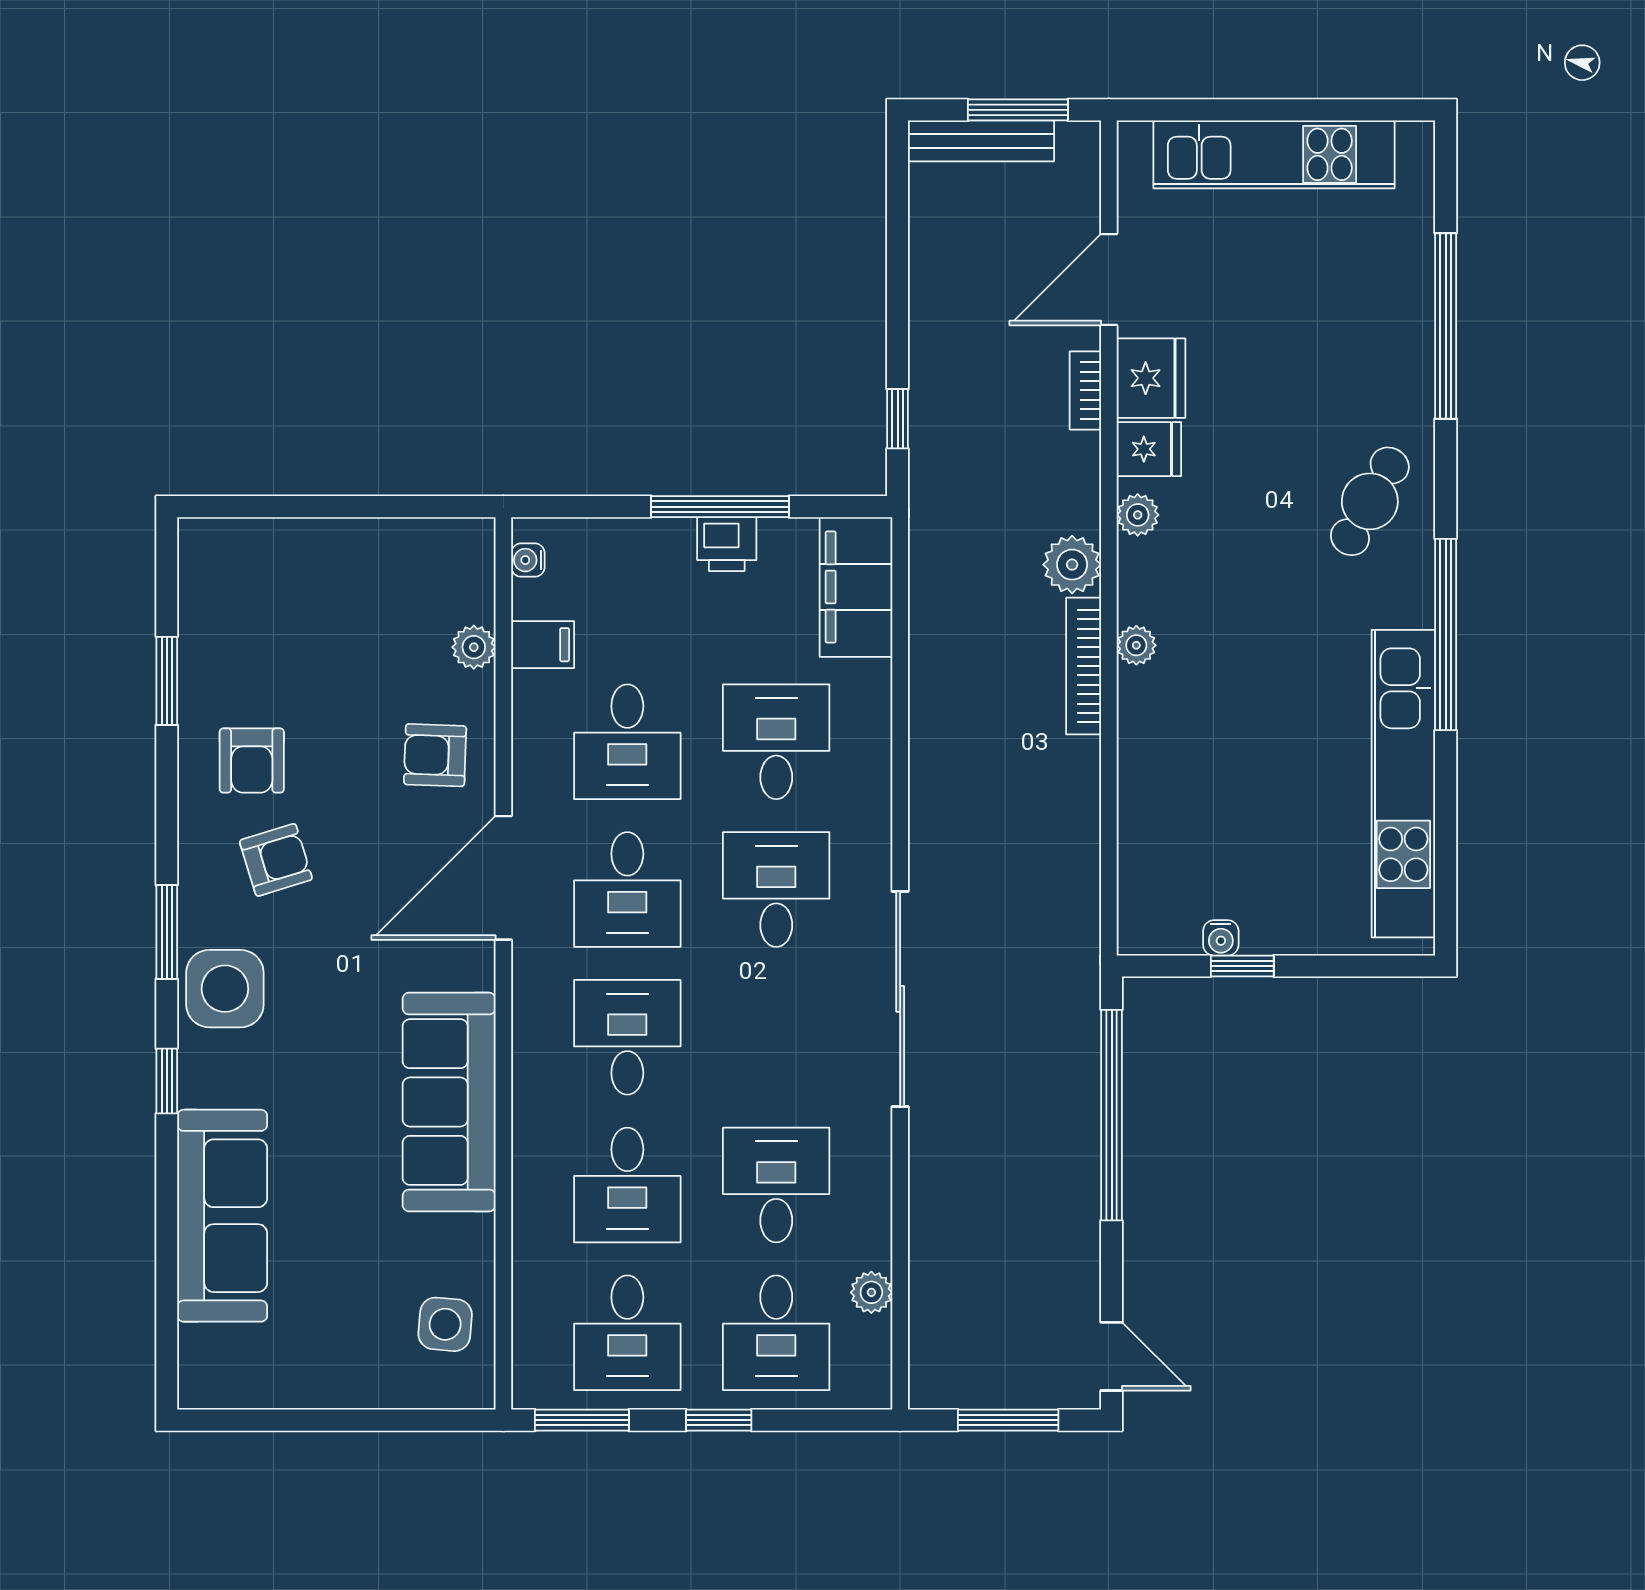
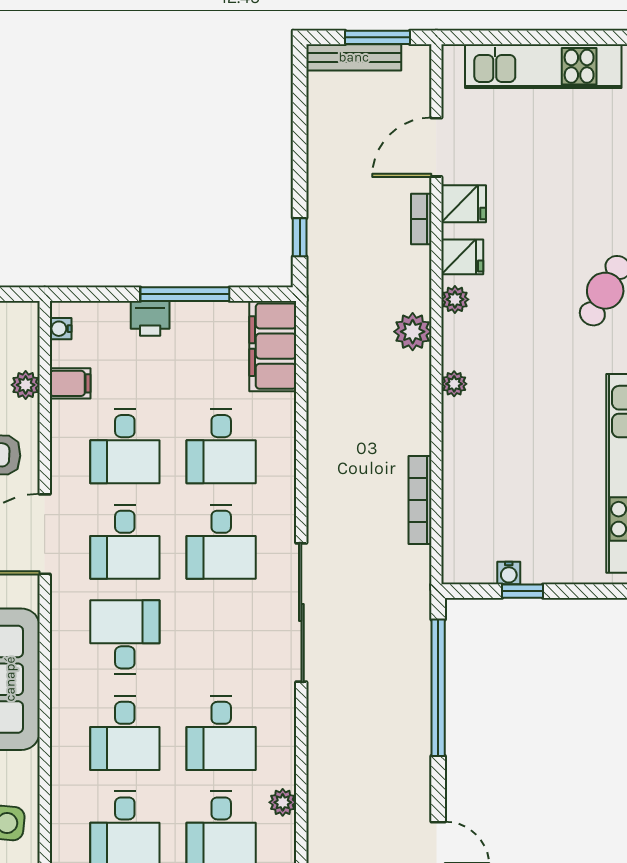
fridge: (1151, 378) -> (464, 204), width x0.72
printer: (727, 544) -> (150, 318), moved
bookcase: (1084, 666) -> (420, 500), moved
desk: (776, 742) -> (221, 446), turned 180
desk: (776, 889) -> (221, 542), turned 180
desk: (776, 1185) -> (221, 733), turned 180

